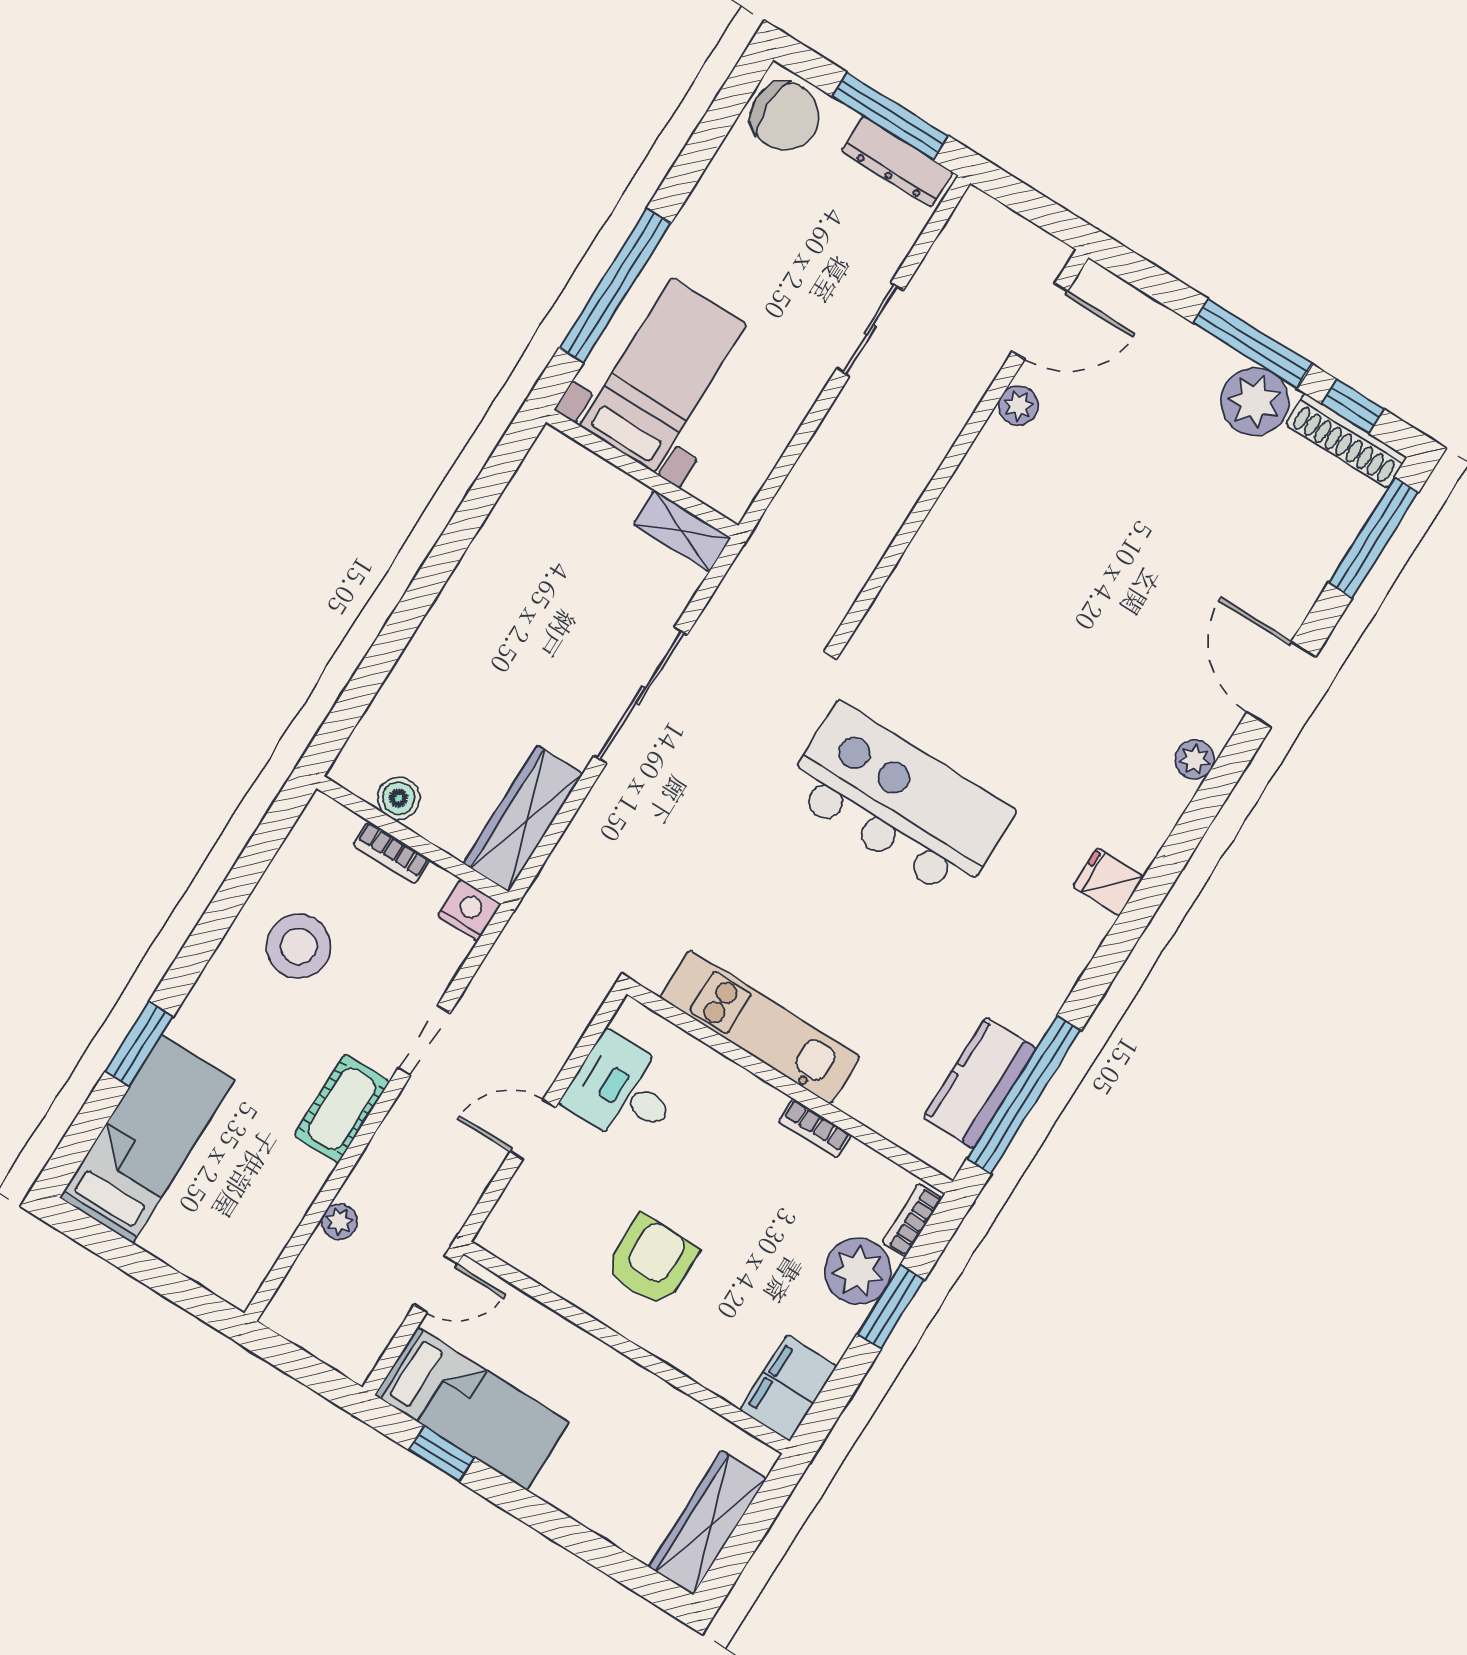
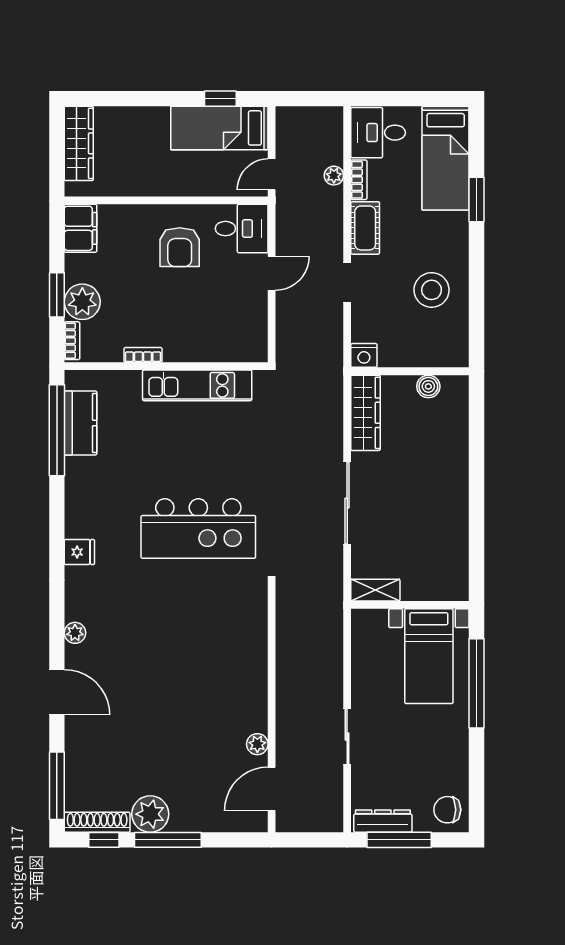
chair: (785, 116) -> (447, 810), width x0.73, depth x0.73
bookcase: (391, 852) -> (359, 180), moved, turned 90
desk: (623, 1091) -> (242, 229), moved
desk: (228, 1245) -> (378, 133), added

